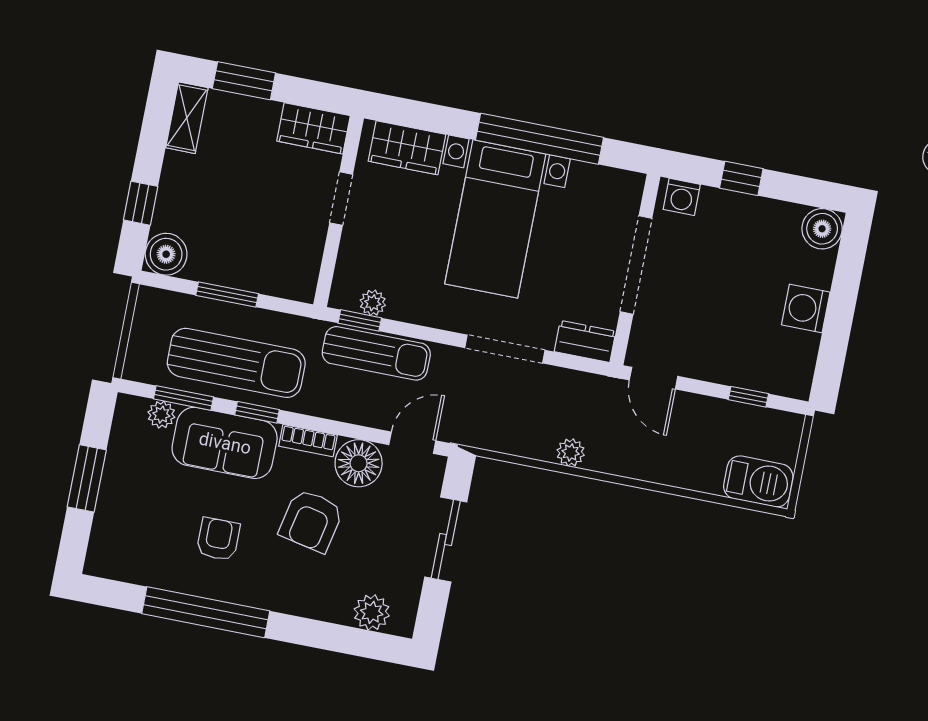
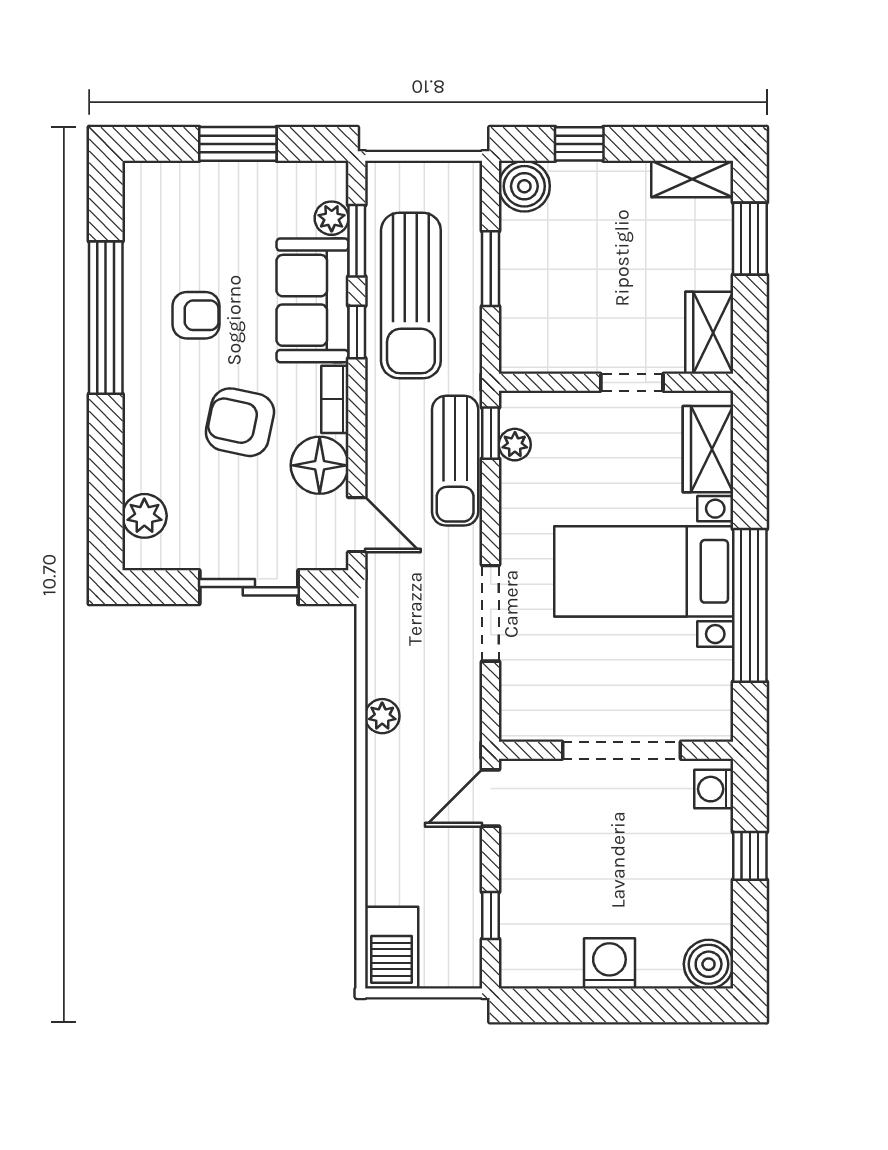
dresser: (585, 341) -> (518, 707), removed

